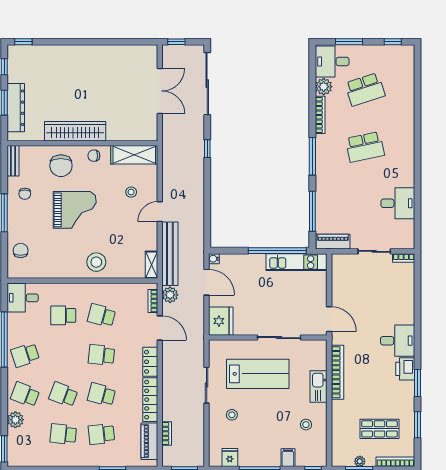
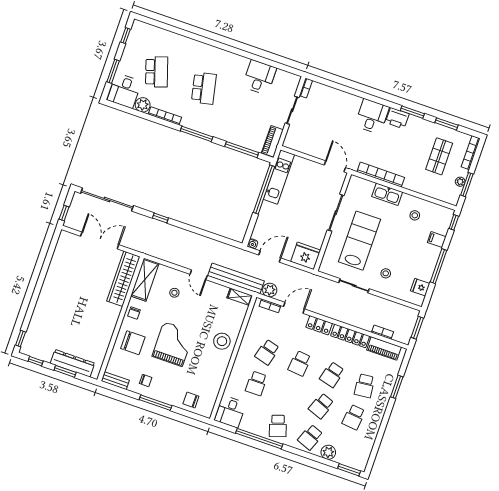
wardrobe: (75, 131) -> (123, 279), moved
door: (329, 319) -> (335, 166), hinge flipped

